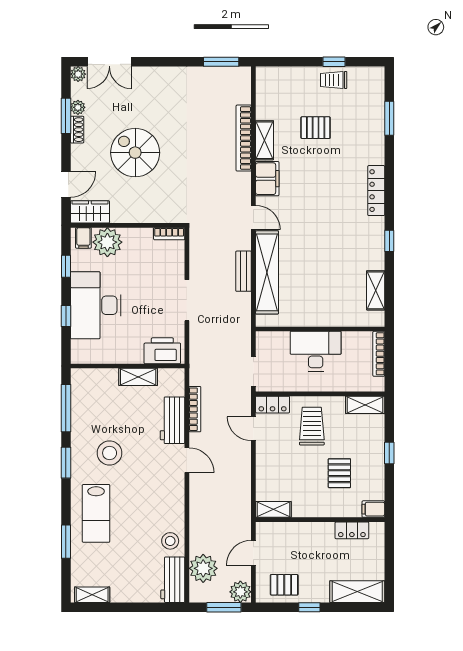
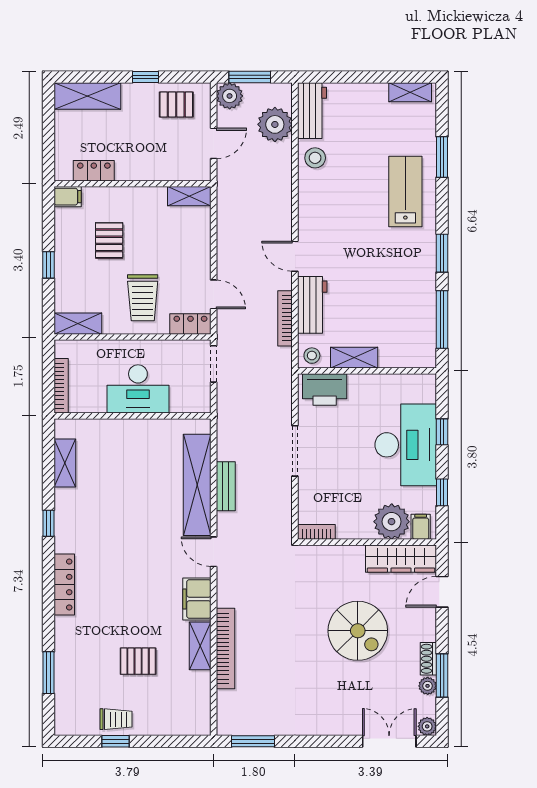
wardrobe: (90, 212) -> (401, 559), width x1.50
stool: (110, 453) -> (312, 356), moved, width x0.53, depth x0.53

